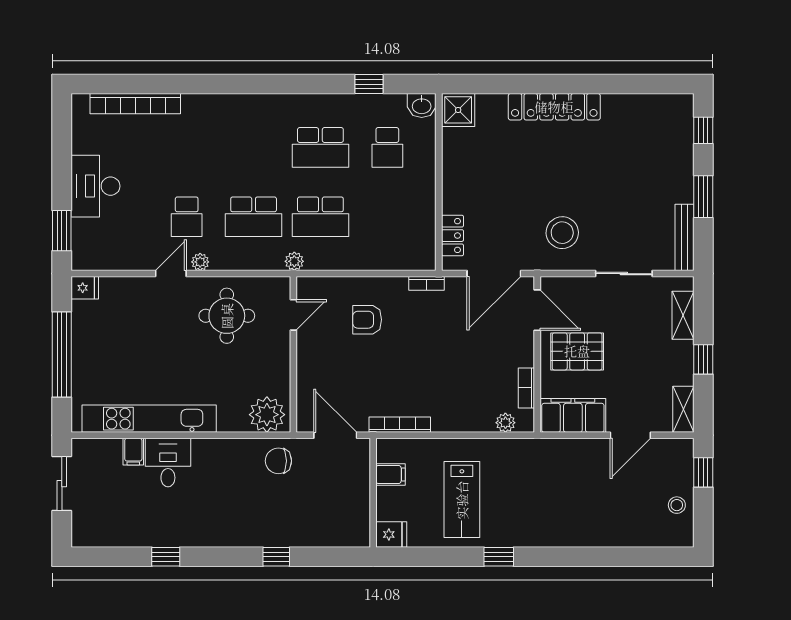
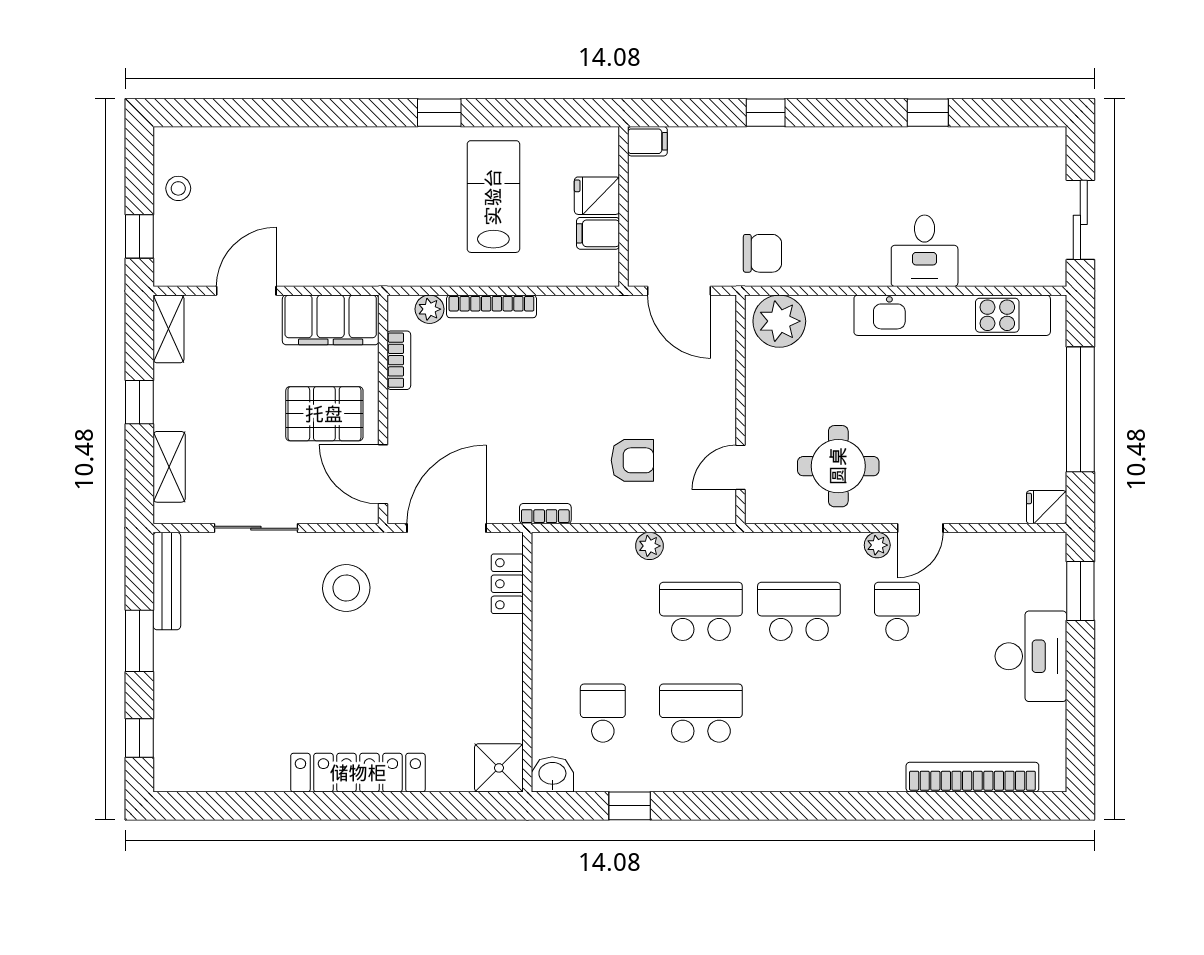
plant: (294, 261) -> (649, 546), moved
bookcase: (400, 425) -> (491, 306), moved
filing cabinet: (133, 452) -> (647, 141), moved, turned 90
fridge: (391, 534) -> (597, 196), moved

